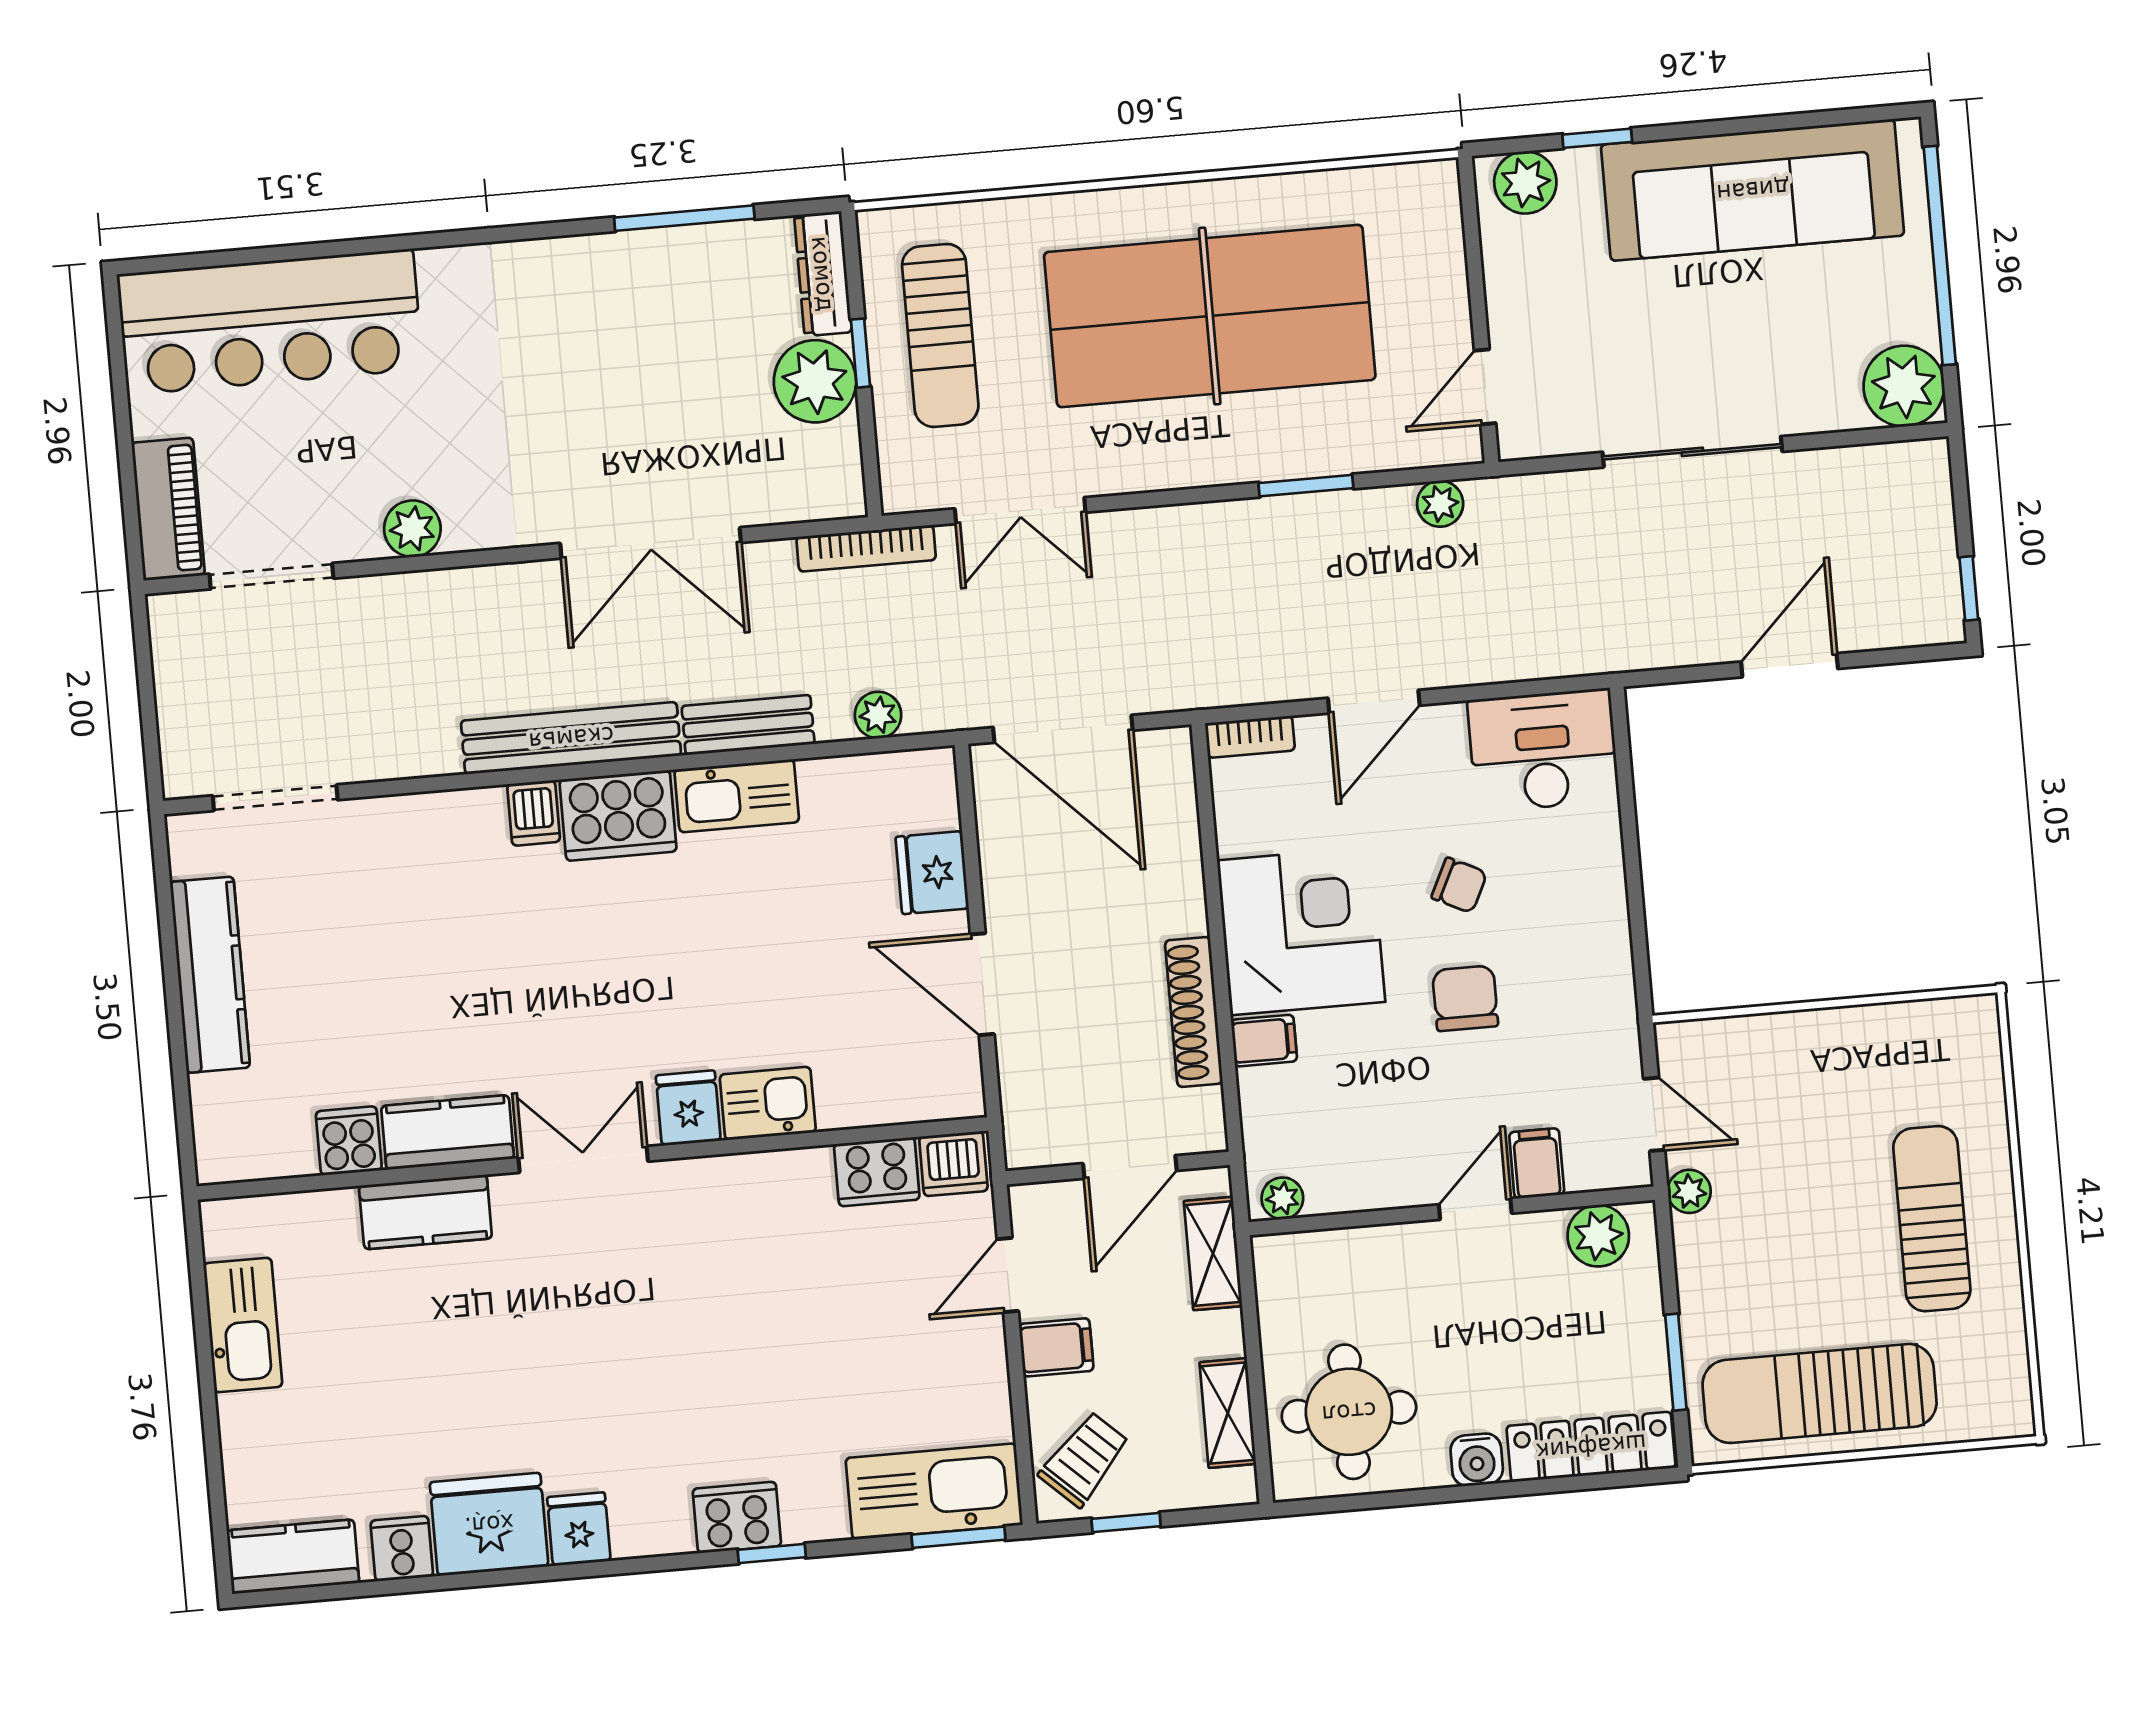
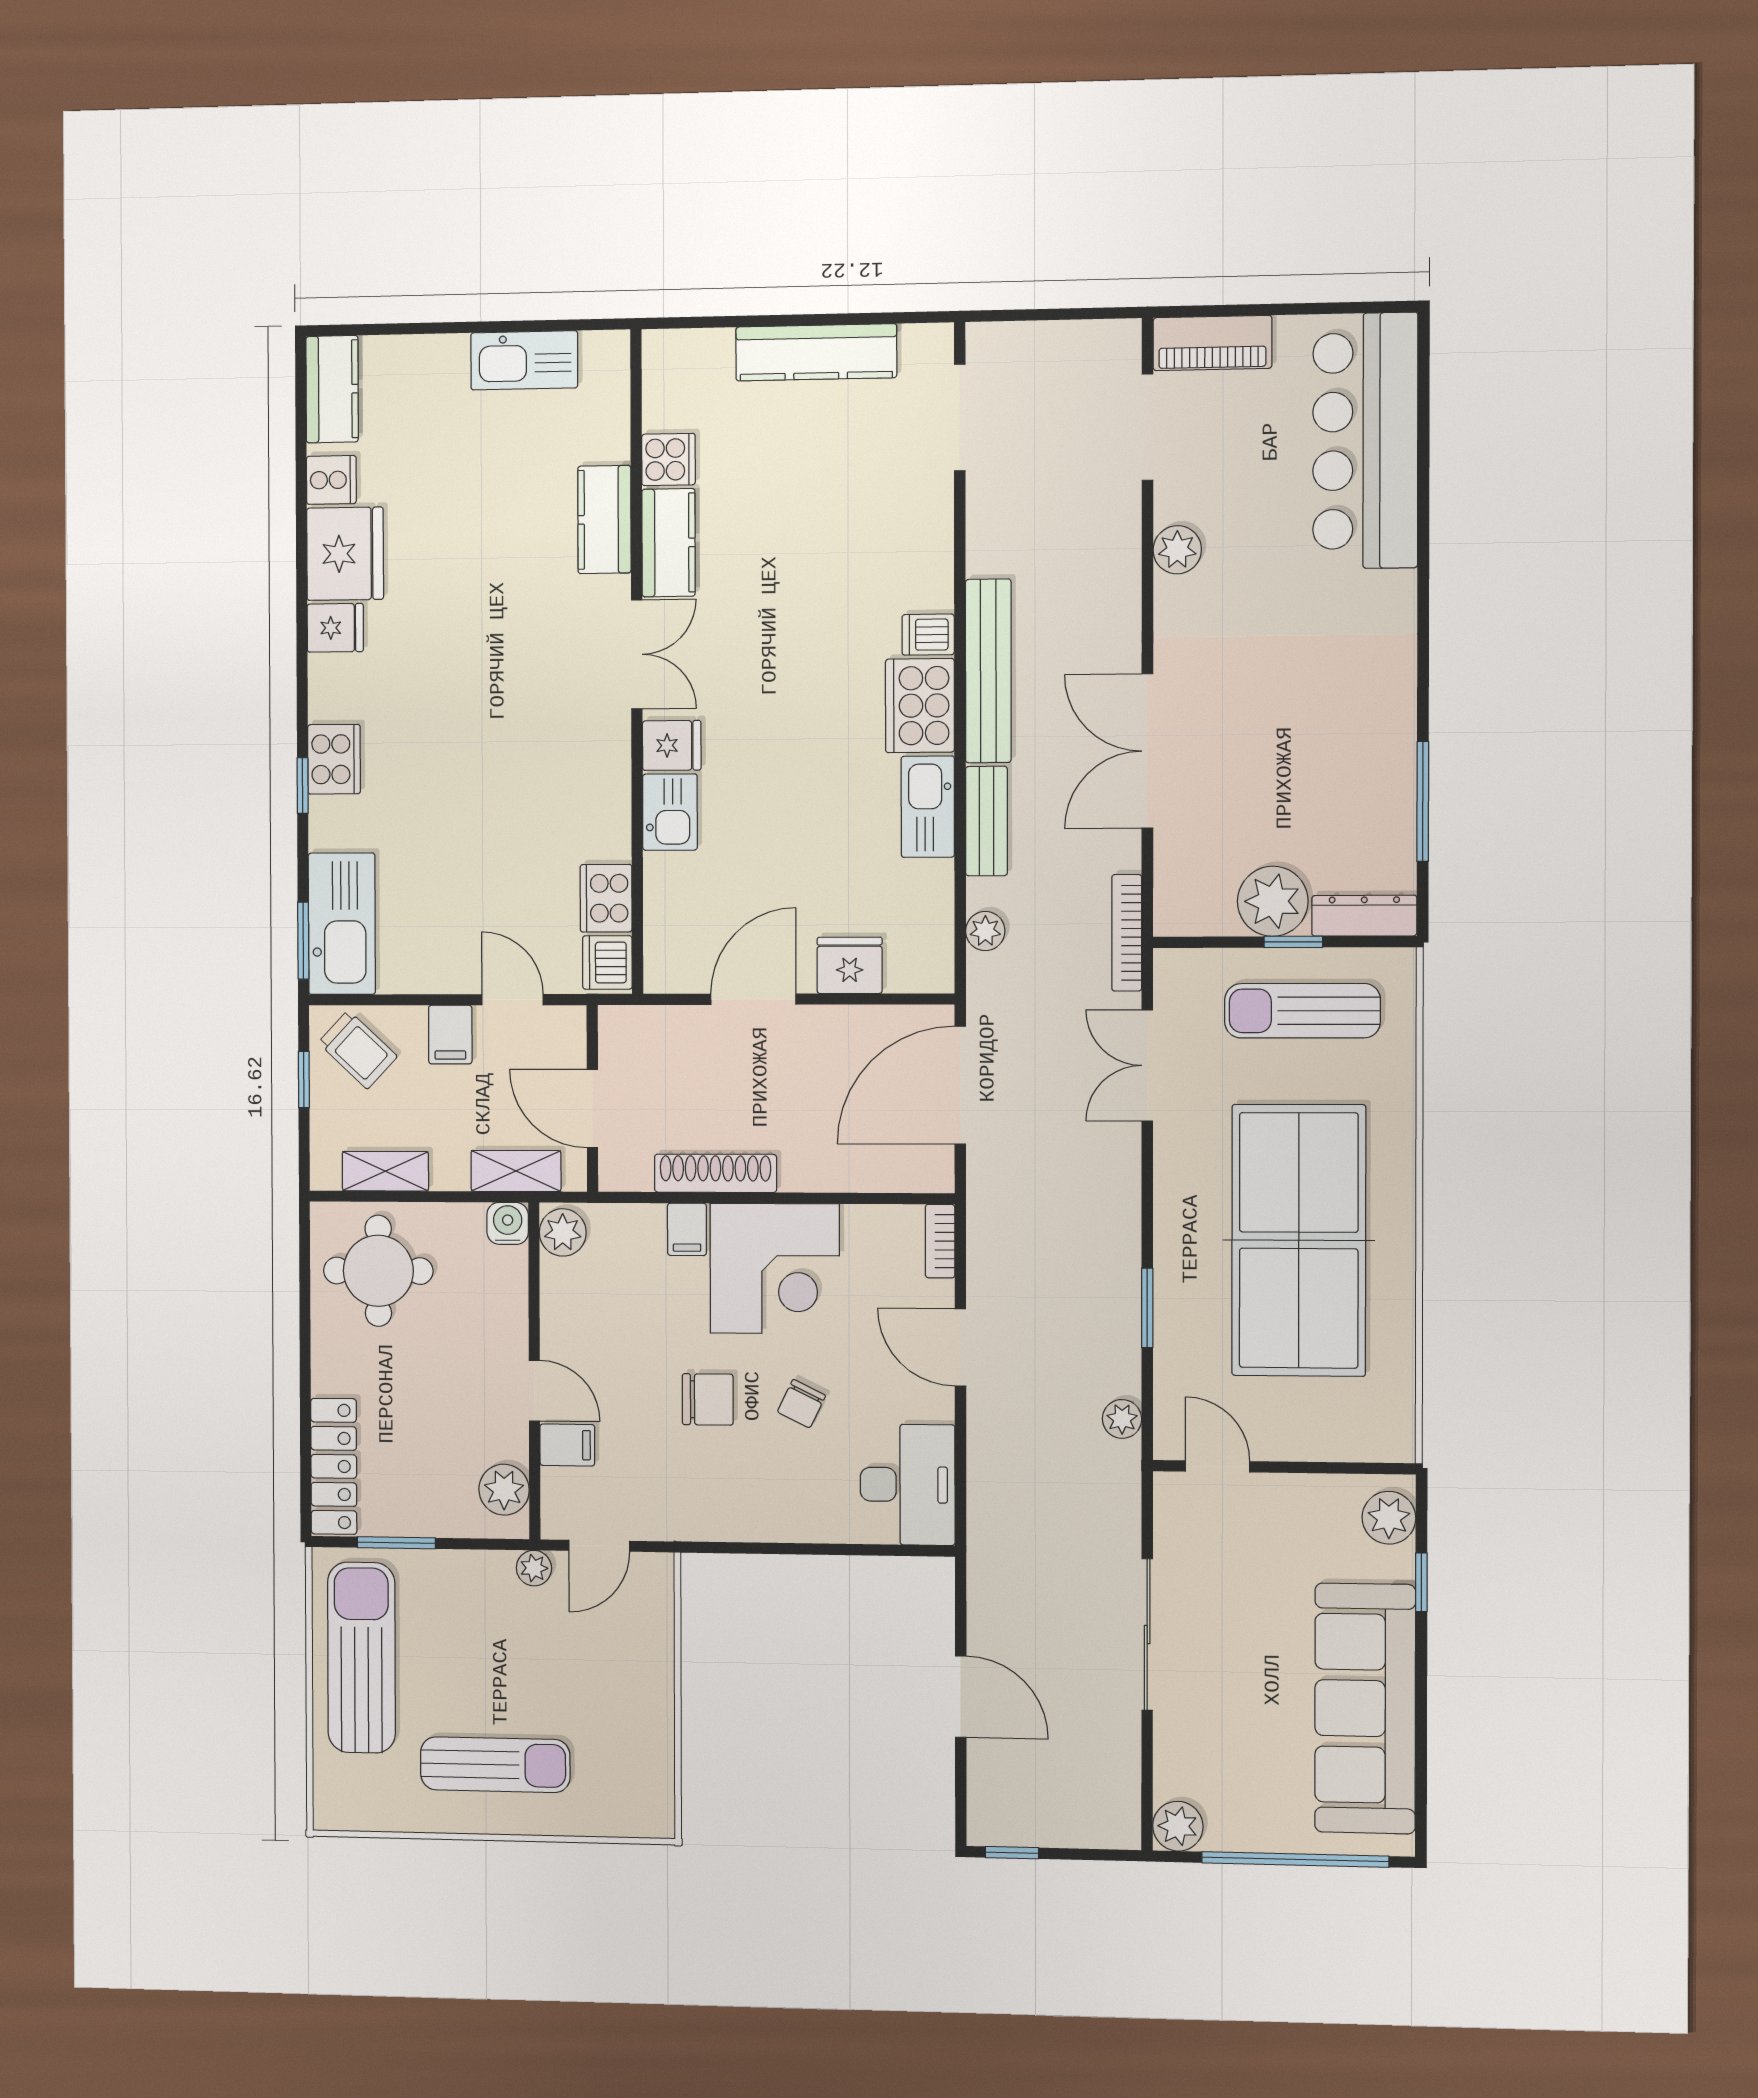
plant: (1904, 386) -> (1178, 1826), width x0.73, depth x0.73
plant: (1282, 1198) -> (563, 1232), width x1.38, depth x1.38
water cooler: (1477, 1460) -> (508, 1223), moved, turned 90

